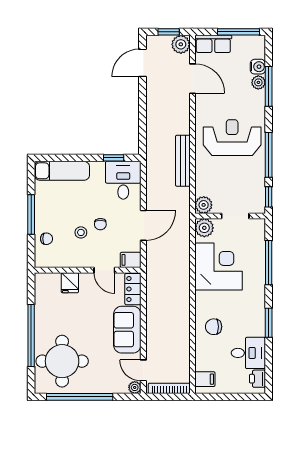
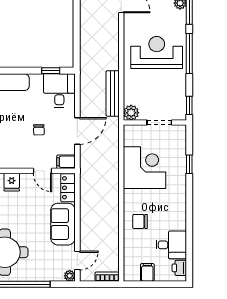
window: (269, 155) -> (189, 53), moved
bench: (183, 161) -> (113, 93), moved
plant: (204, 228) -> (132, 133), removed
stool: (81, 232) -> (22, 137), removed
window: (269, 263) -> (189, 164), width x0.46
window: (269, 323) -> (189, 218), removed
door: (143, 370) -> (77, 260), swing flipped
filing cabinet: (205, 379) -> (147, 272), moved, turned -90
bookcase: (169, 388) -> (107, 277), width x0.64

